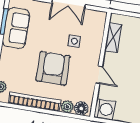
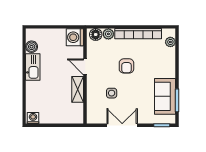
shelving: (113, 38) -> (78, 89), moved
armchair: (53, 68) -> (126, 66), width x0.53, depth x0.53

